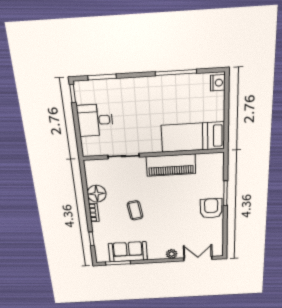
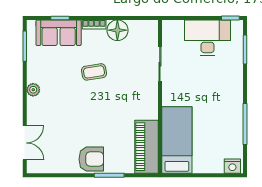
desk: (95, 120) -> (207, 38), width x1.37
piano: (171, 165) -> (147, 147), moved
sofa: (128, 252) -> (59, 33), moved, turned 90
plant: (172, 254) -> (33, 90), moved

